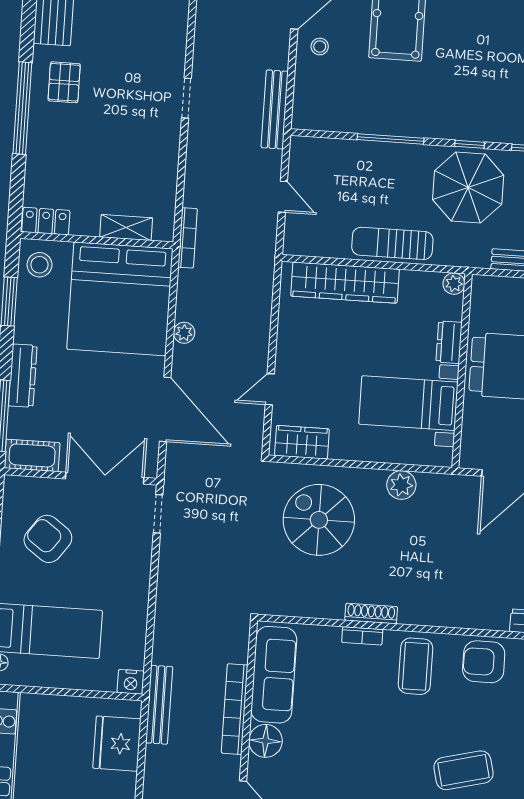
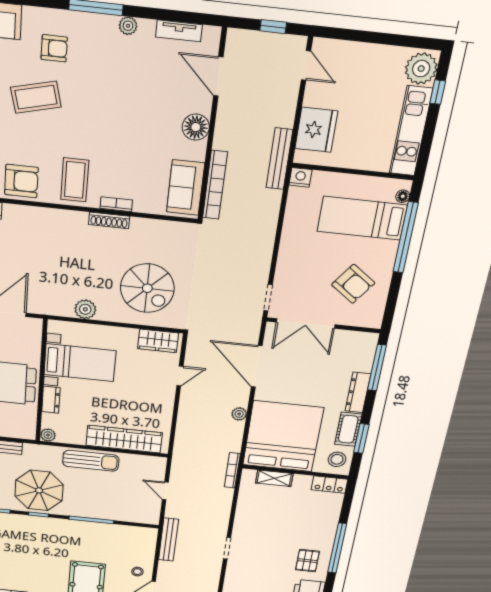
cot: (32, 455) -> (348, 429), moved, turned 90
sofa: (274, 675) -> (185, 188), width x0.73
bookcase: (235, 709) -> (215, 185), moved

